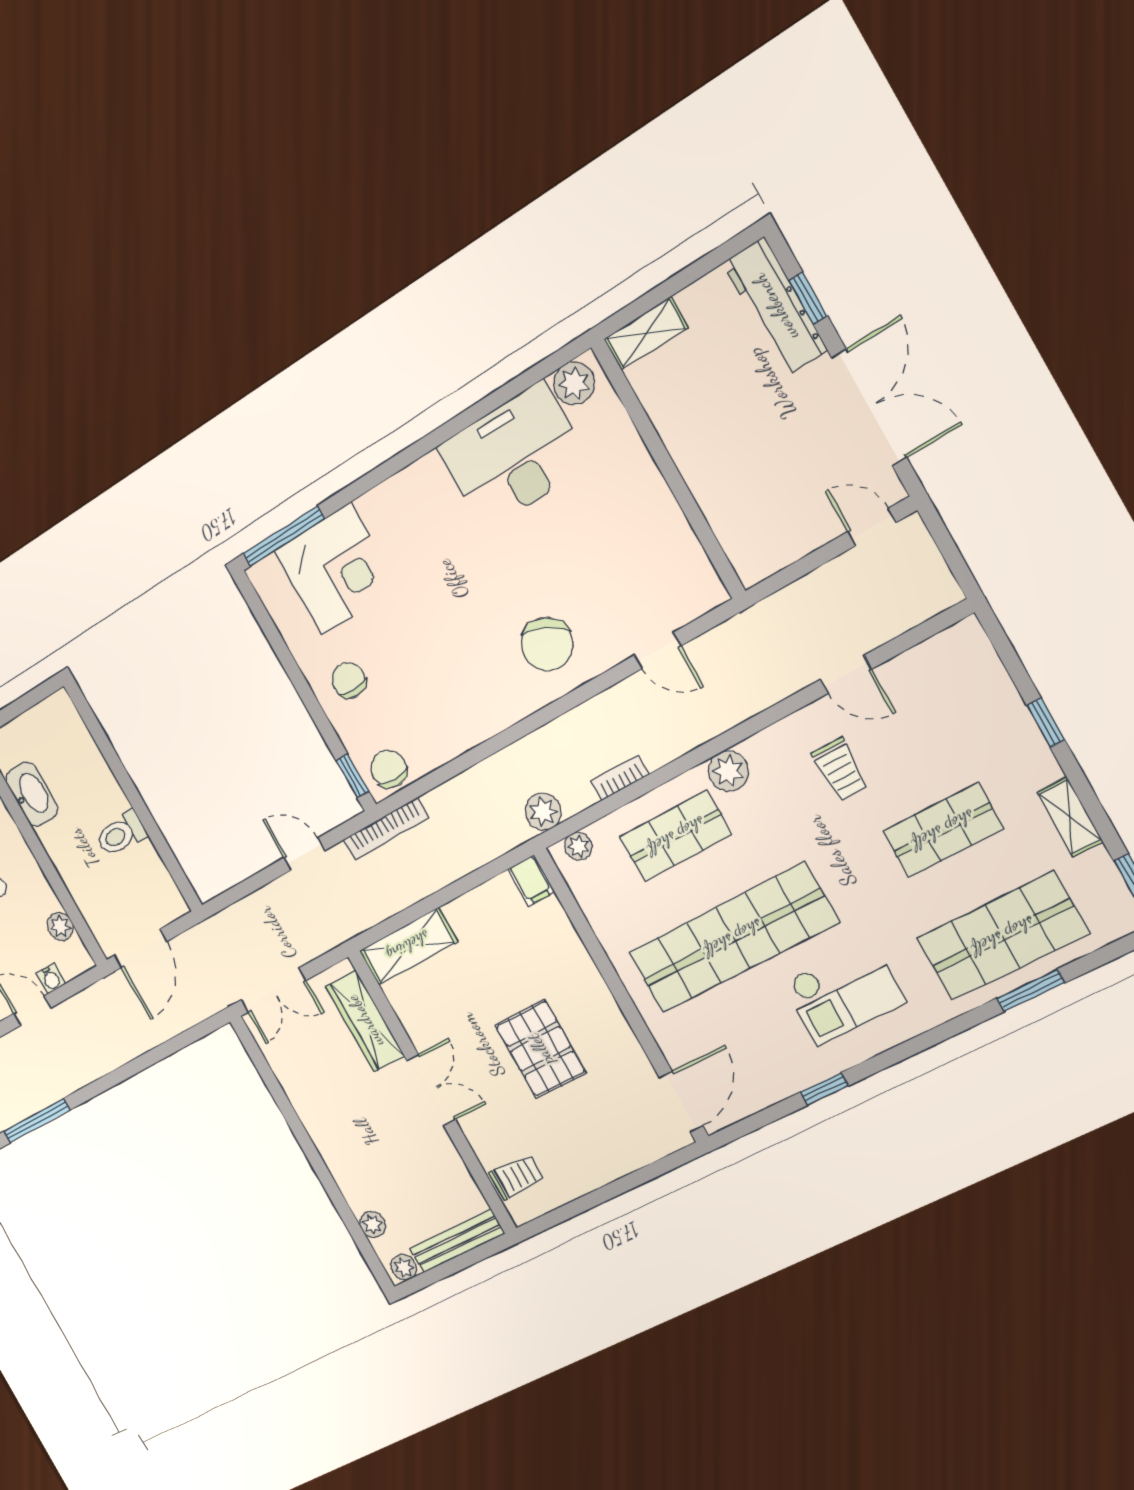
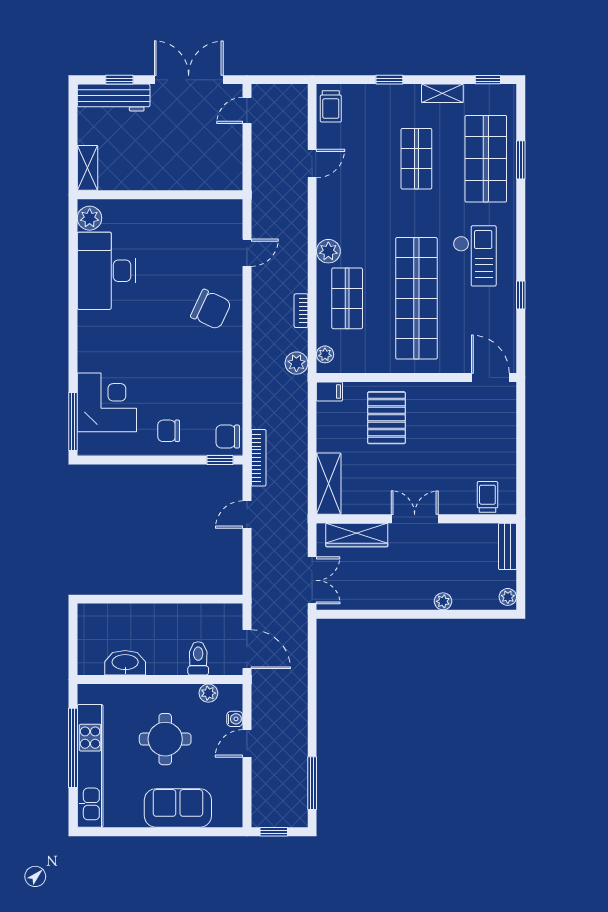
trolley: (840, 769) -> (331, 106), moved, turned 90
toilet: (121, 834) -> (198, 658), moved, turned 180
pallet: (540, 1049) -> (386, 418), moved, turned 90
plant: (373, 1224) -> (443, 601), moved
bench: (457, 1241) -> (508, 546), width x0.73

